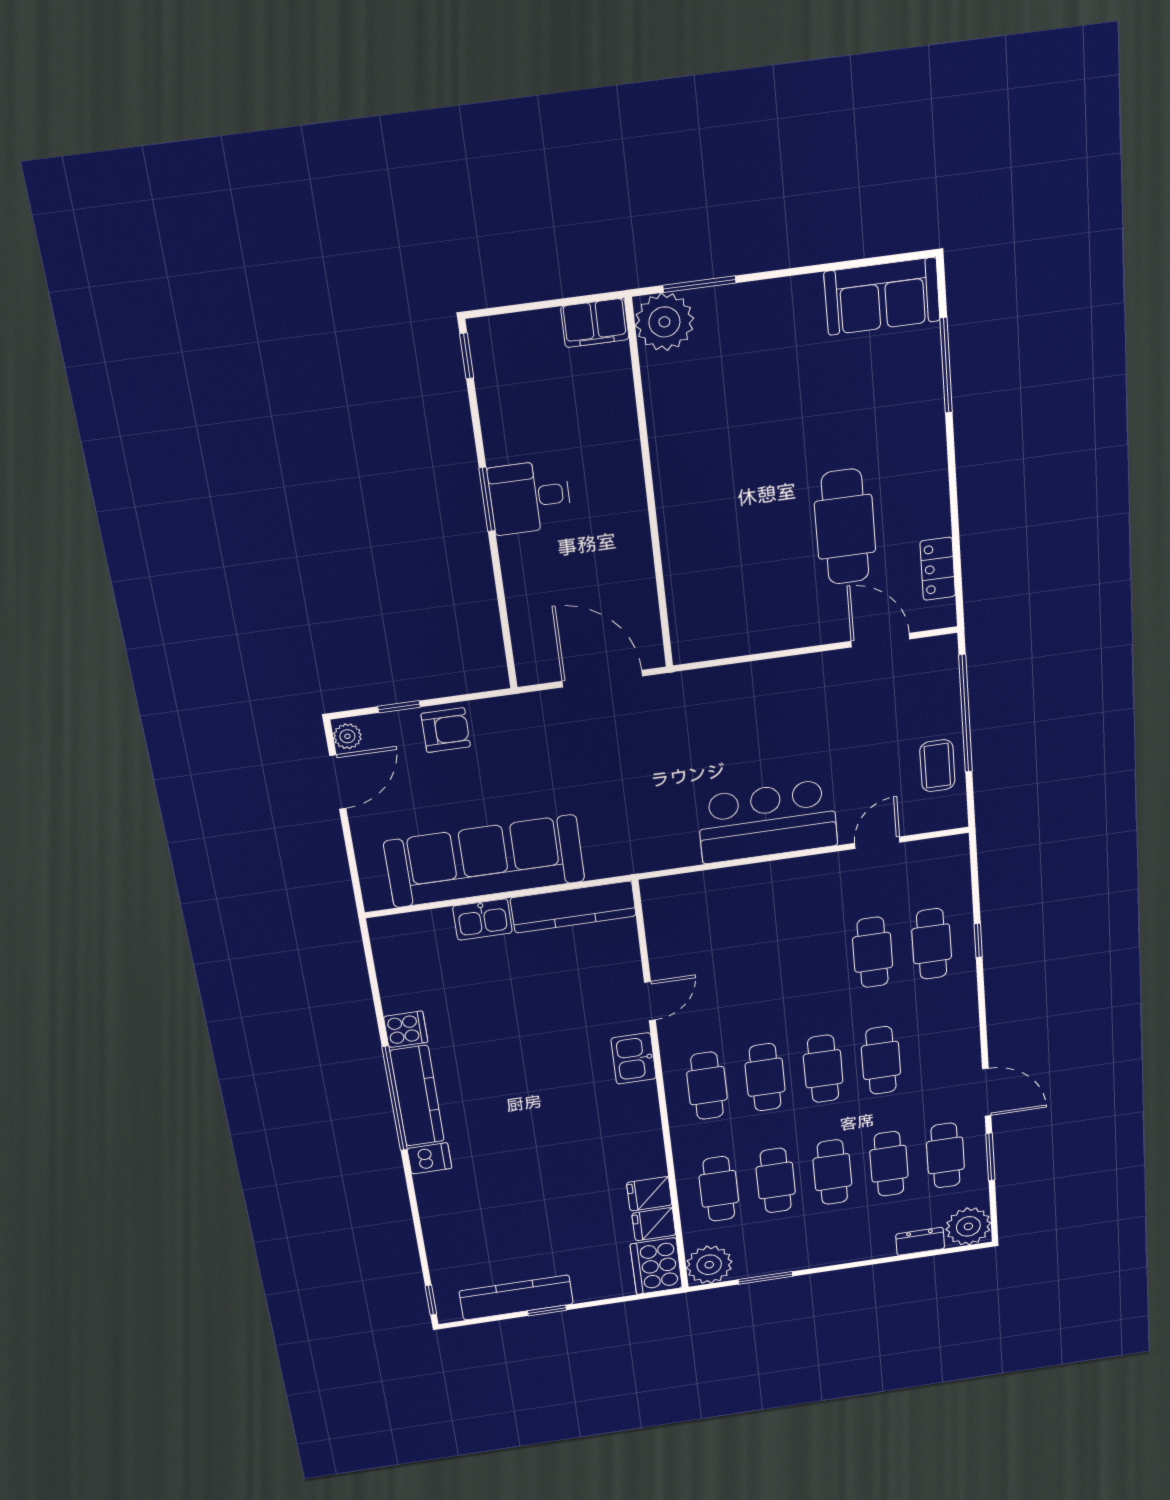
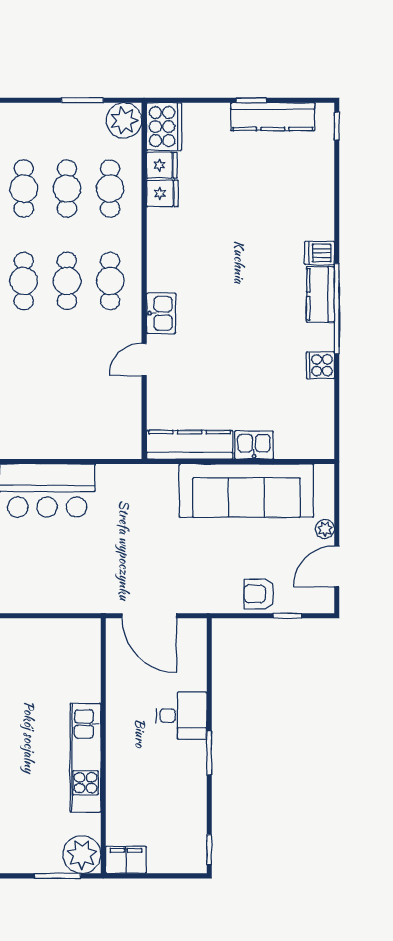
kitchen unit: (674, 467) -> (85, 758), added
desk: (530, 497) -> (181, 716), moved
plant: (347, 736) -> (325, 529), moved
kitchen counter: (417, 1096) -> (321, 294), width x0.67

